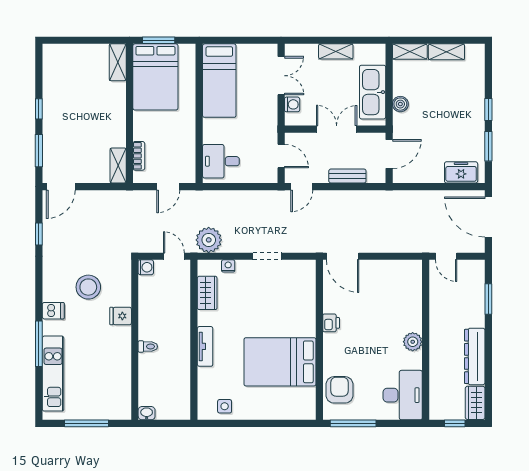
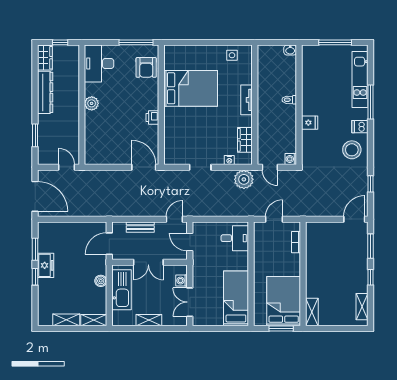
shelving: (118, 165) -> (362, 307), moved
freezer: (461, 172) -> (46, 265), moved, turned -90
stool: (88, 287) -> (352, 150), moved

